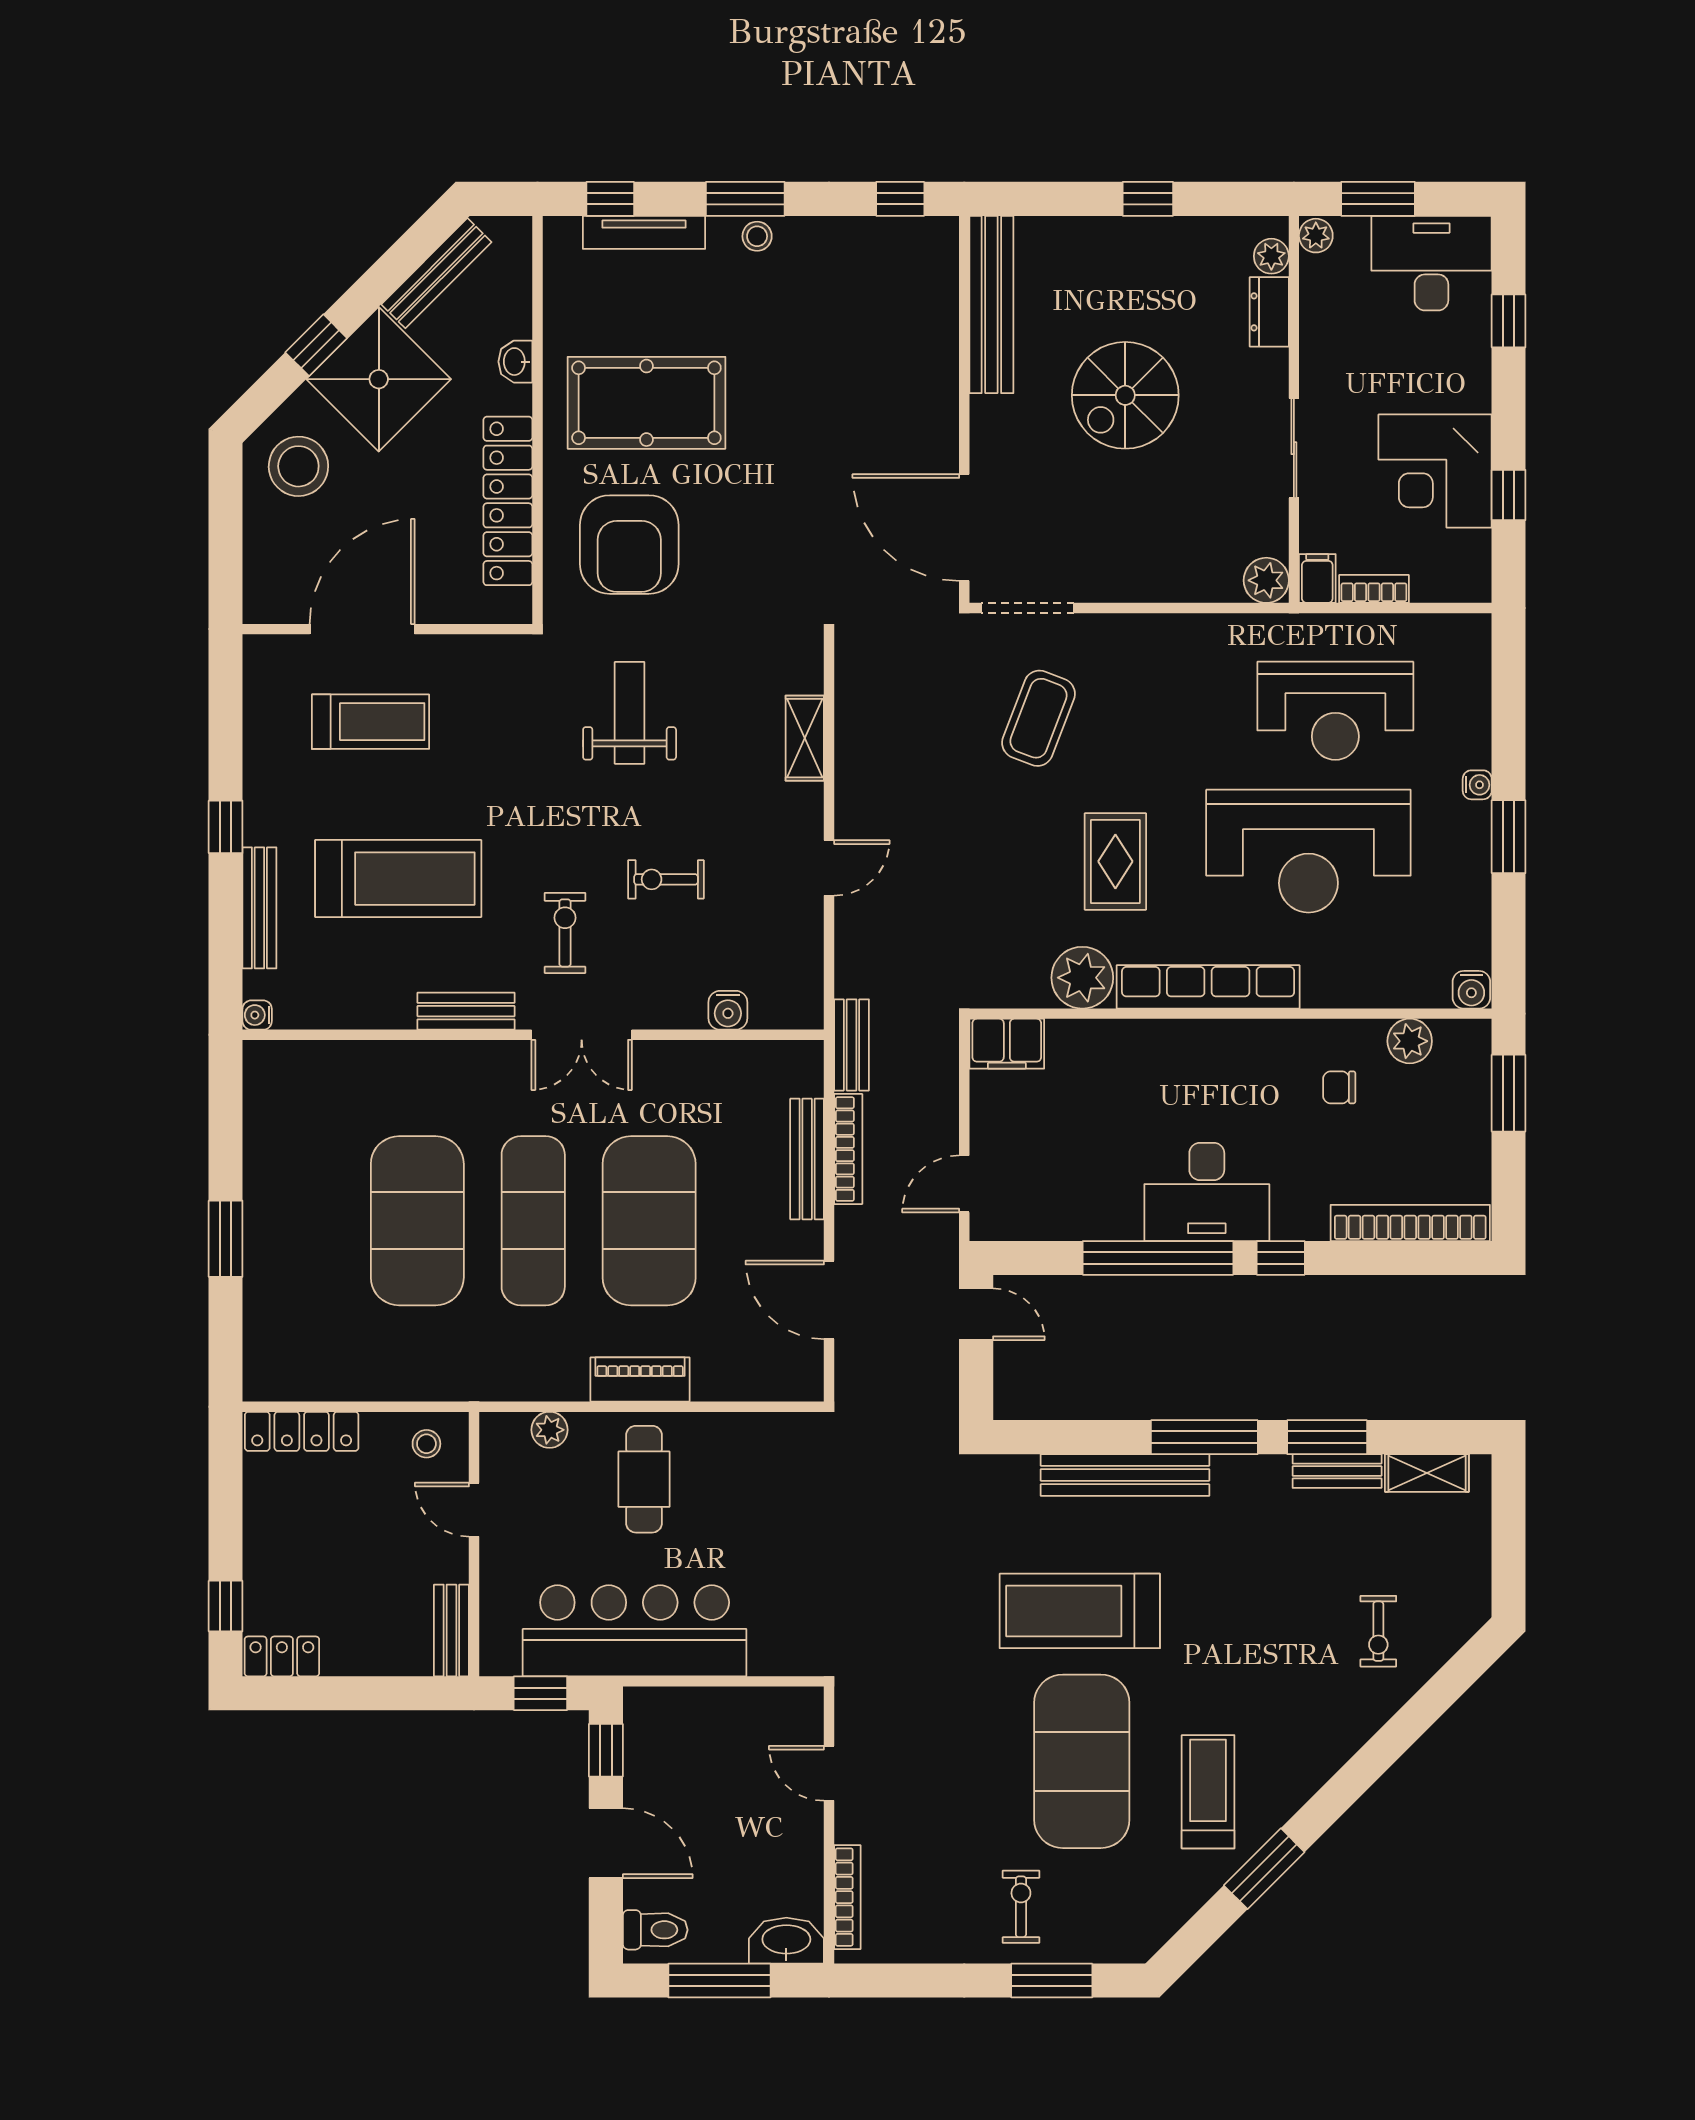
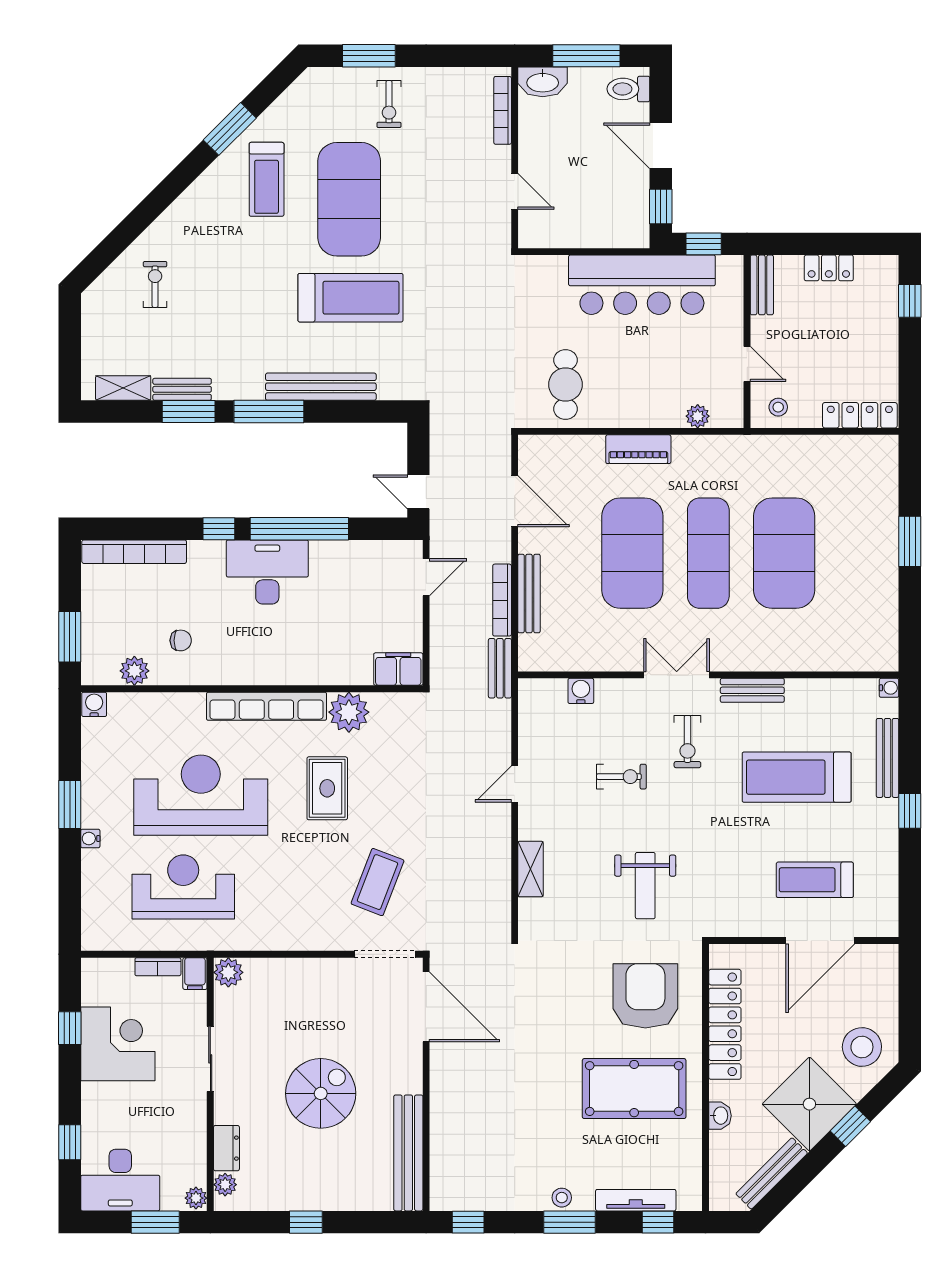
cafe table: (644, 1479) -> (566, 384), moved
locker: (282, 1656) -> (829, 268), moved

